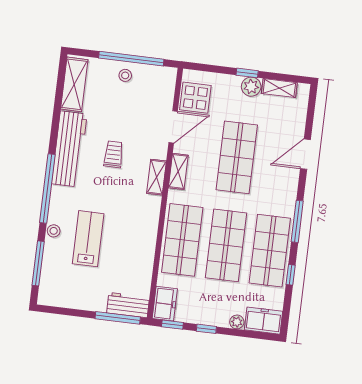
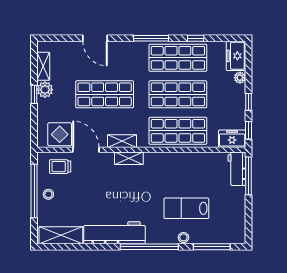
trolley: (114, 154) -> (60, 167), moved

